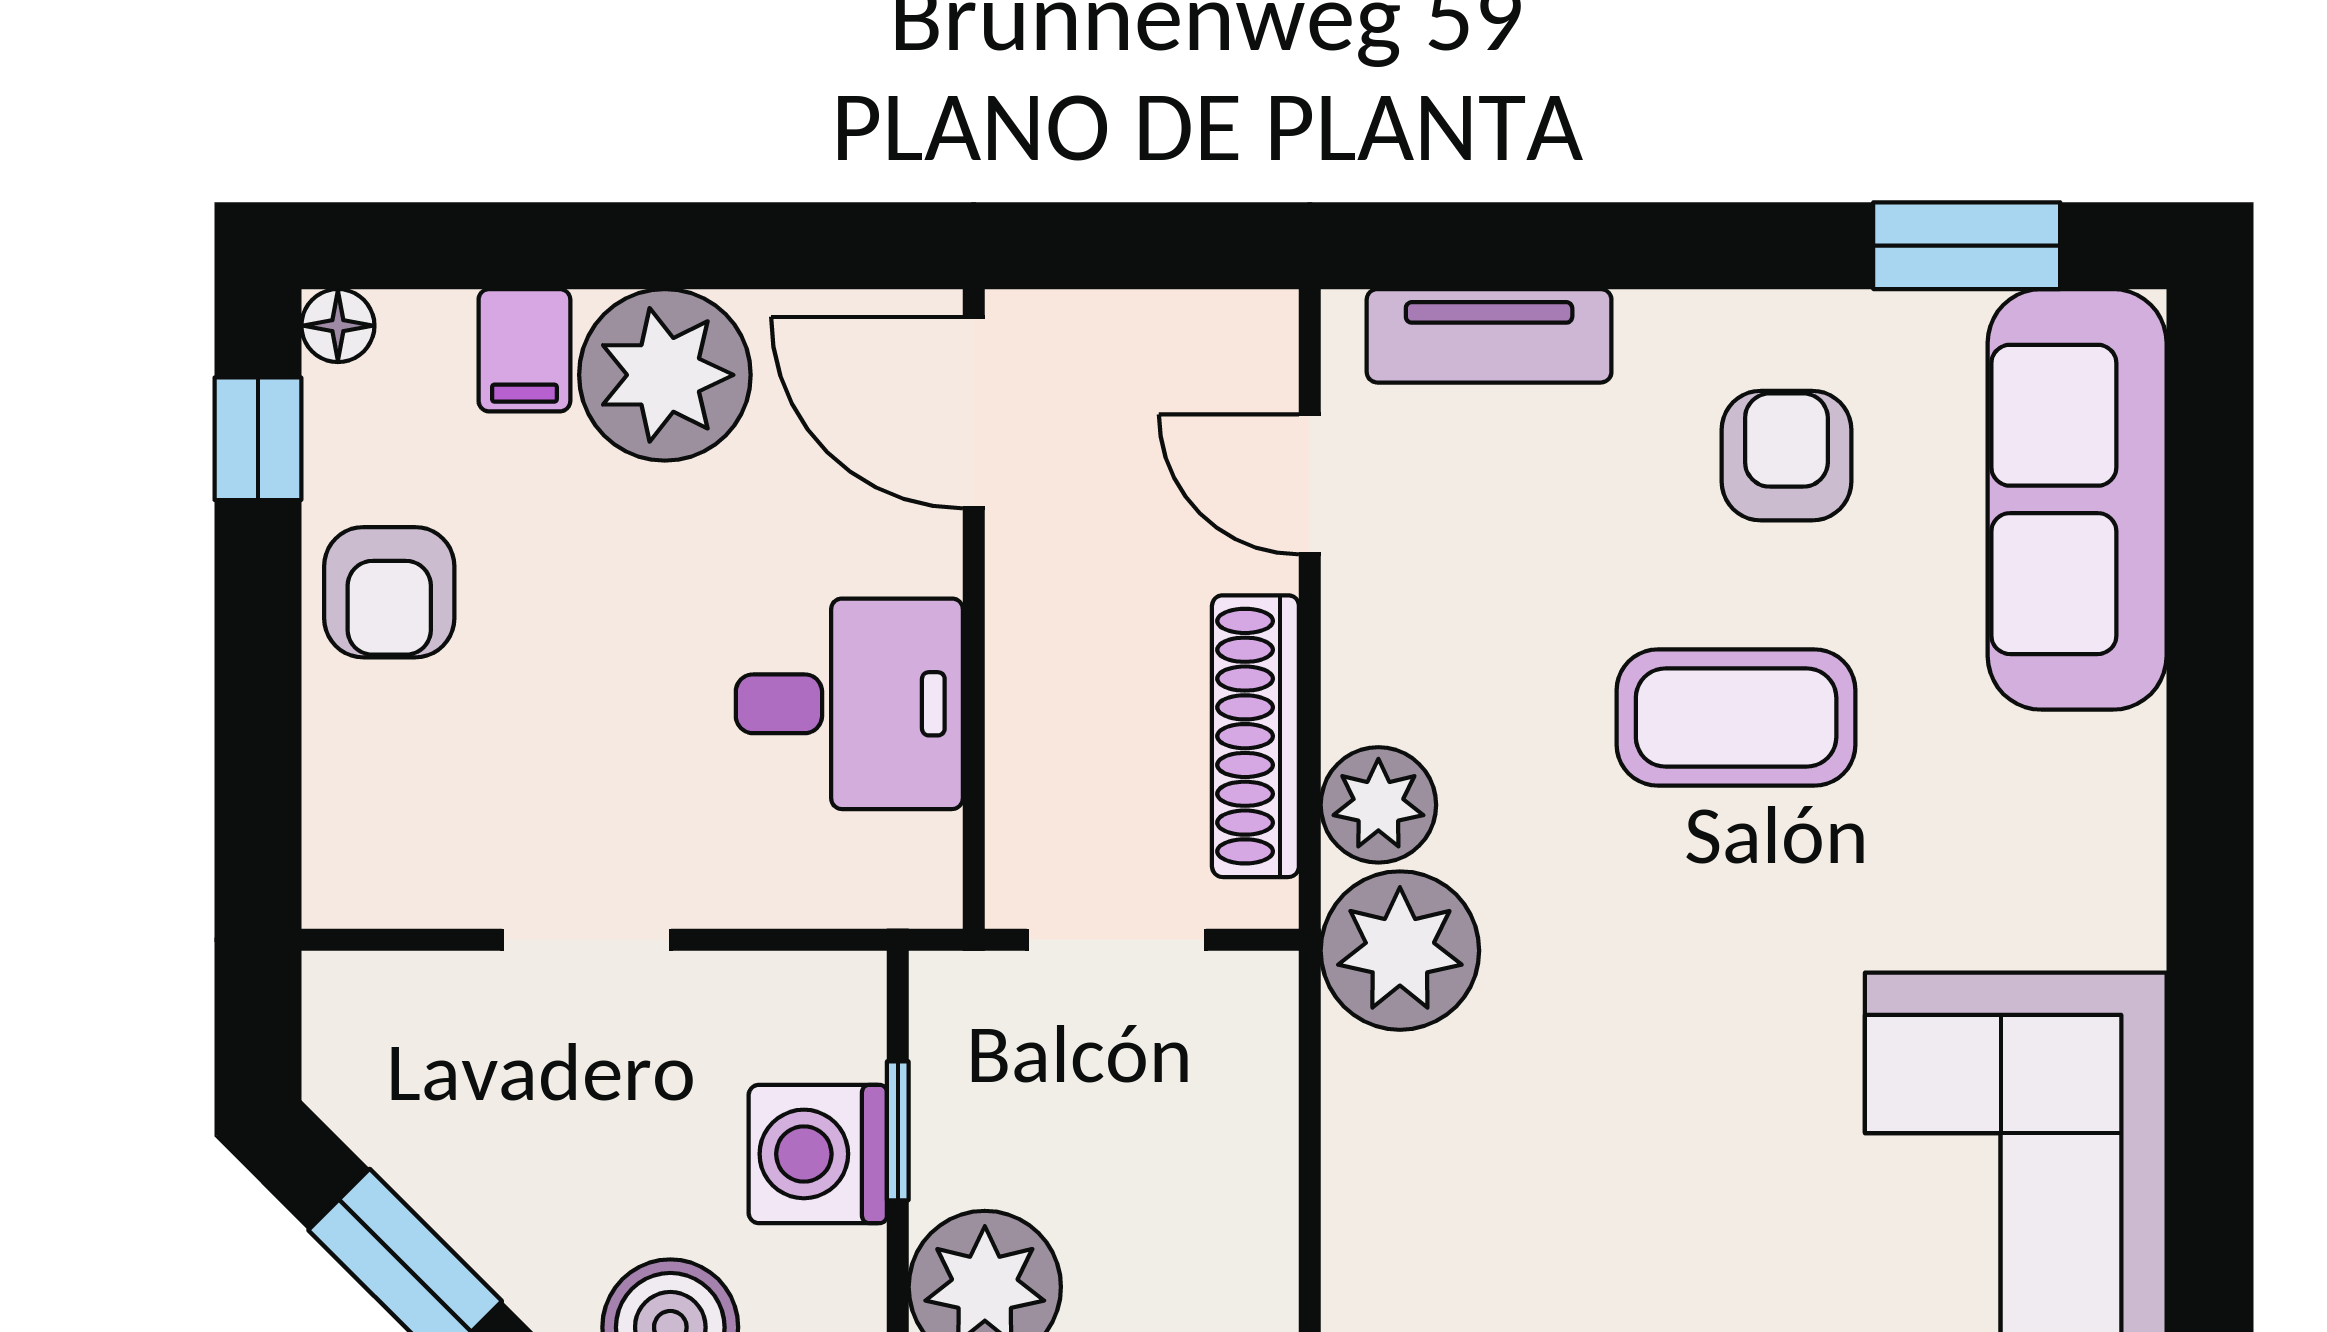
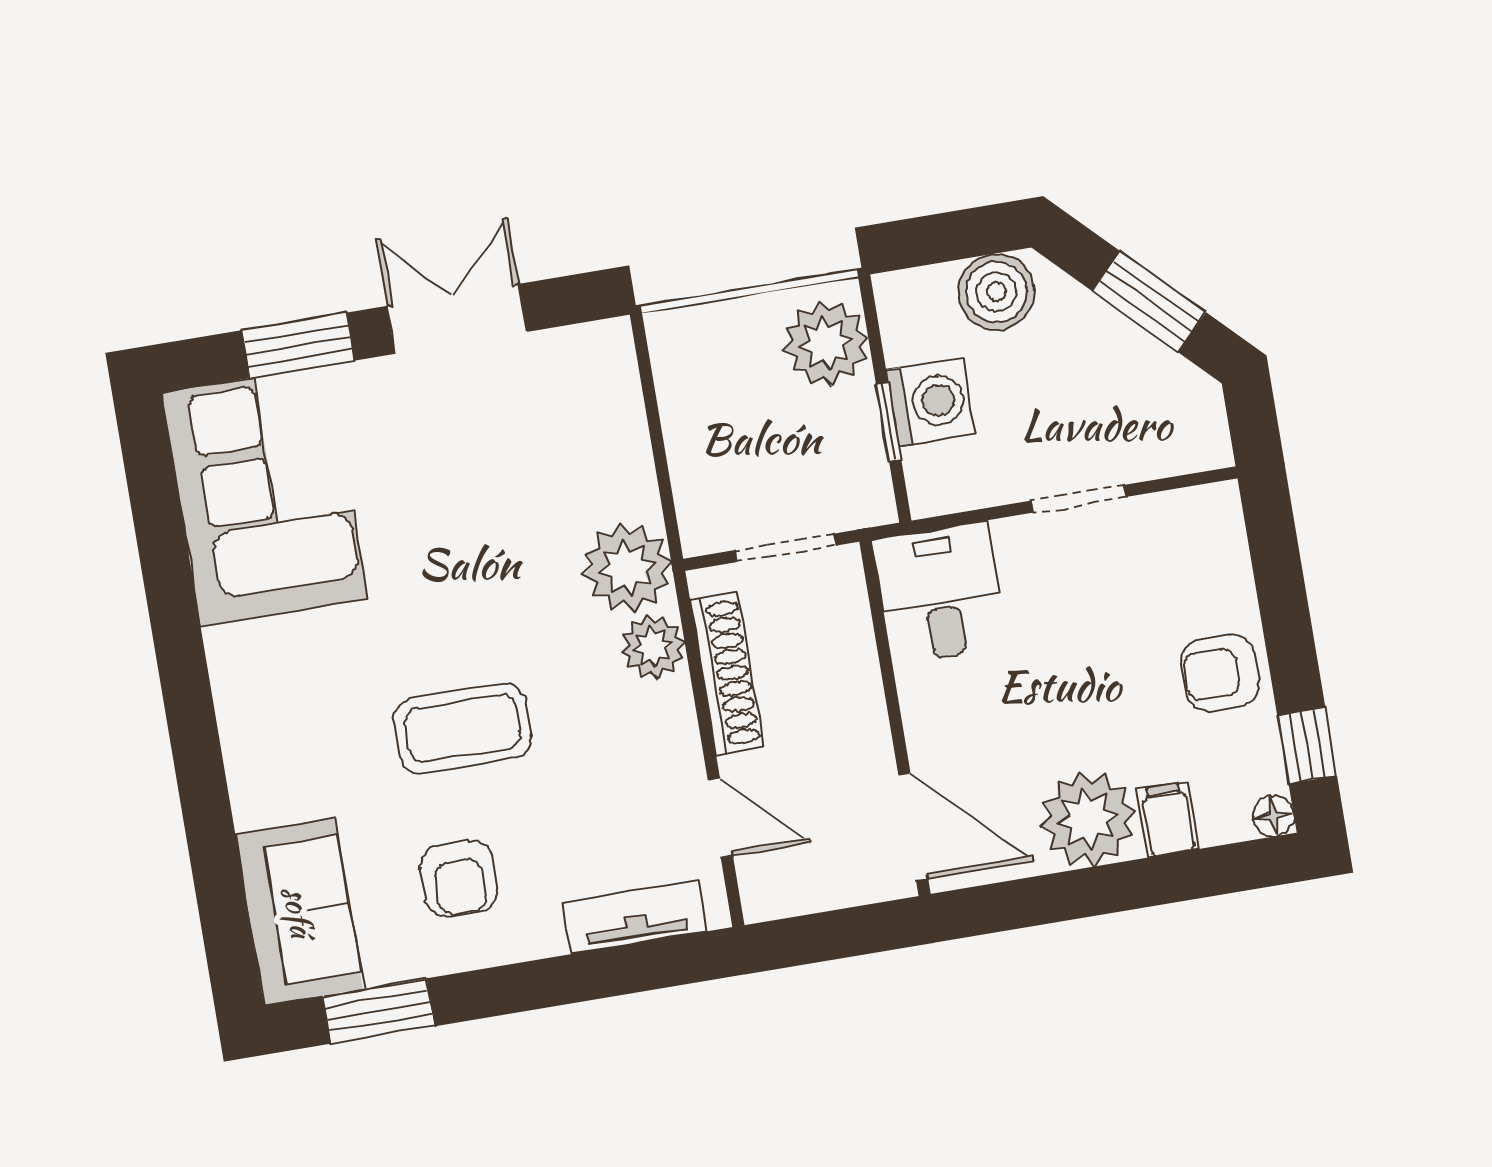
sofa: (2077, 499) -> (299, 912), width x0.73
armchair: (389, 592) -> (1220, 673), turned -90
desk: (849, 704) -> (940, 593), moved, turned 90

